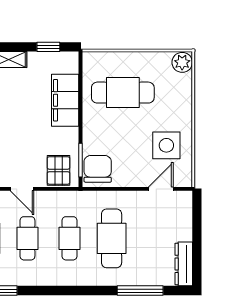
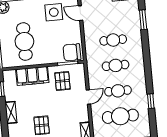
pallet: (58, 170) -> (63, 81), moved, turned 90
cafe table: (112, 238) -> (113, 40), width x0.73, depth x0.74
window: (140, 291) -> (143, 20), width x0.69

